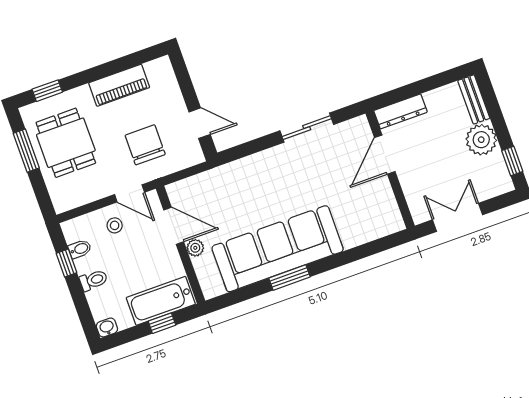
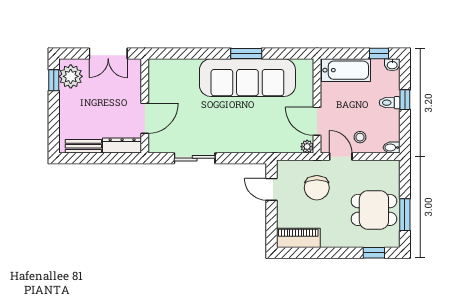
piano: (119, 85) -> (298, 238), moved
bench: (474, 99) -> (83, 146), moved, turned 90
plant: (481, 140) -> (71, 76), moved
dining table: (66, 143) -> (374, 210), turned 90
plant: (195, 248) -> (307, 147), moved
bidet: (80, 249) -> (391, 148), moved
window: (66, 263) -> (405, 100), moved
window: (162, 323) -> (379, 54), moved

